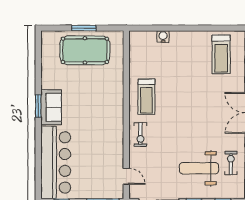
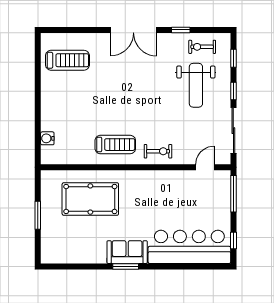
water cooler: (163, 37) -> (47, 138), moved
pool table: (85, 50) -> (90, 199), moved, turned 90
exercise bike: (231, 163) -> (202, 47), moved

